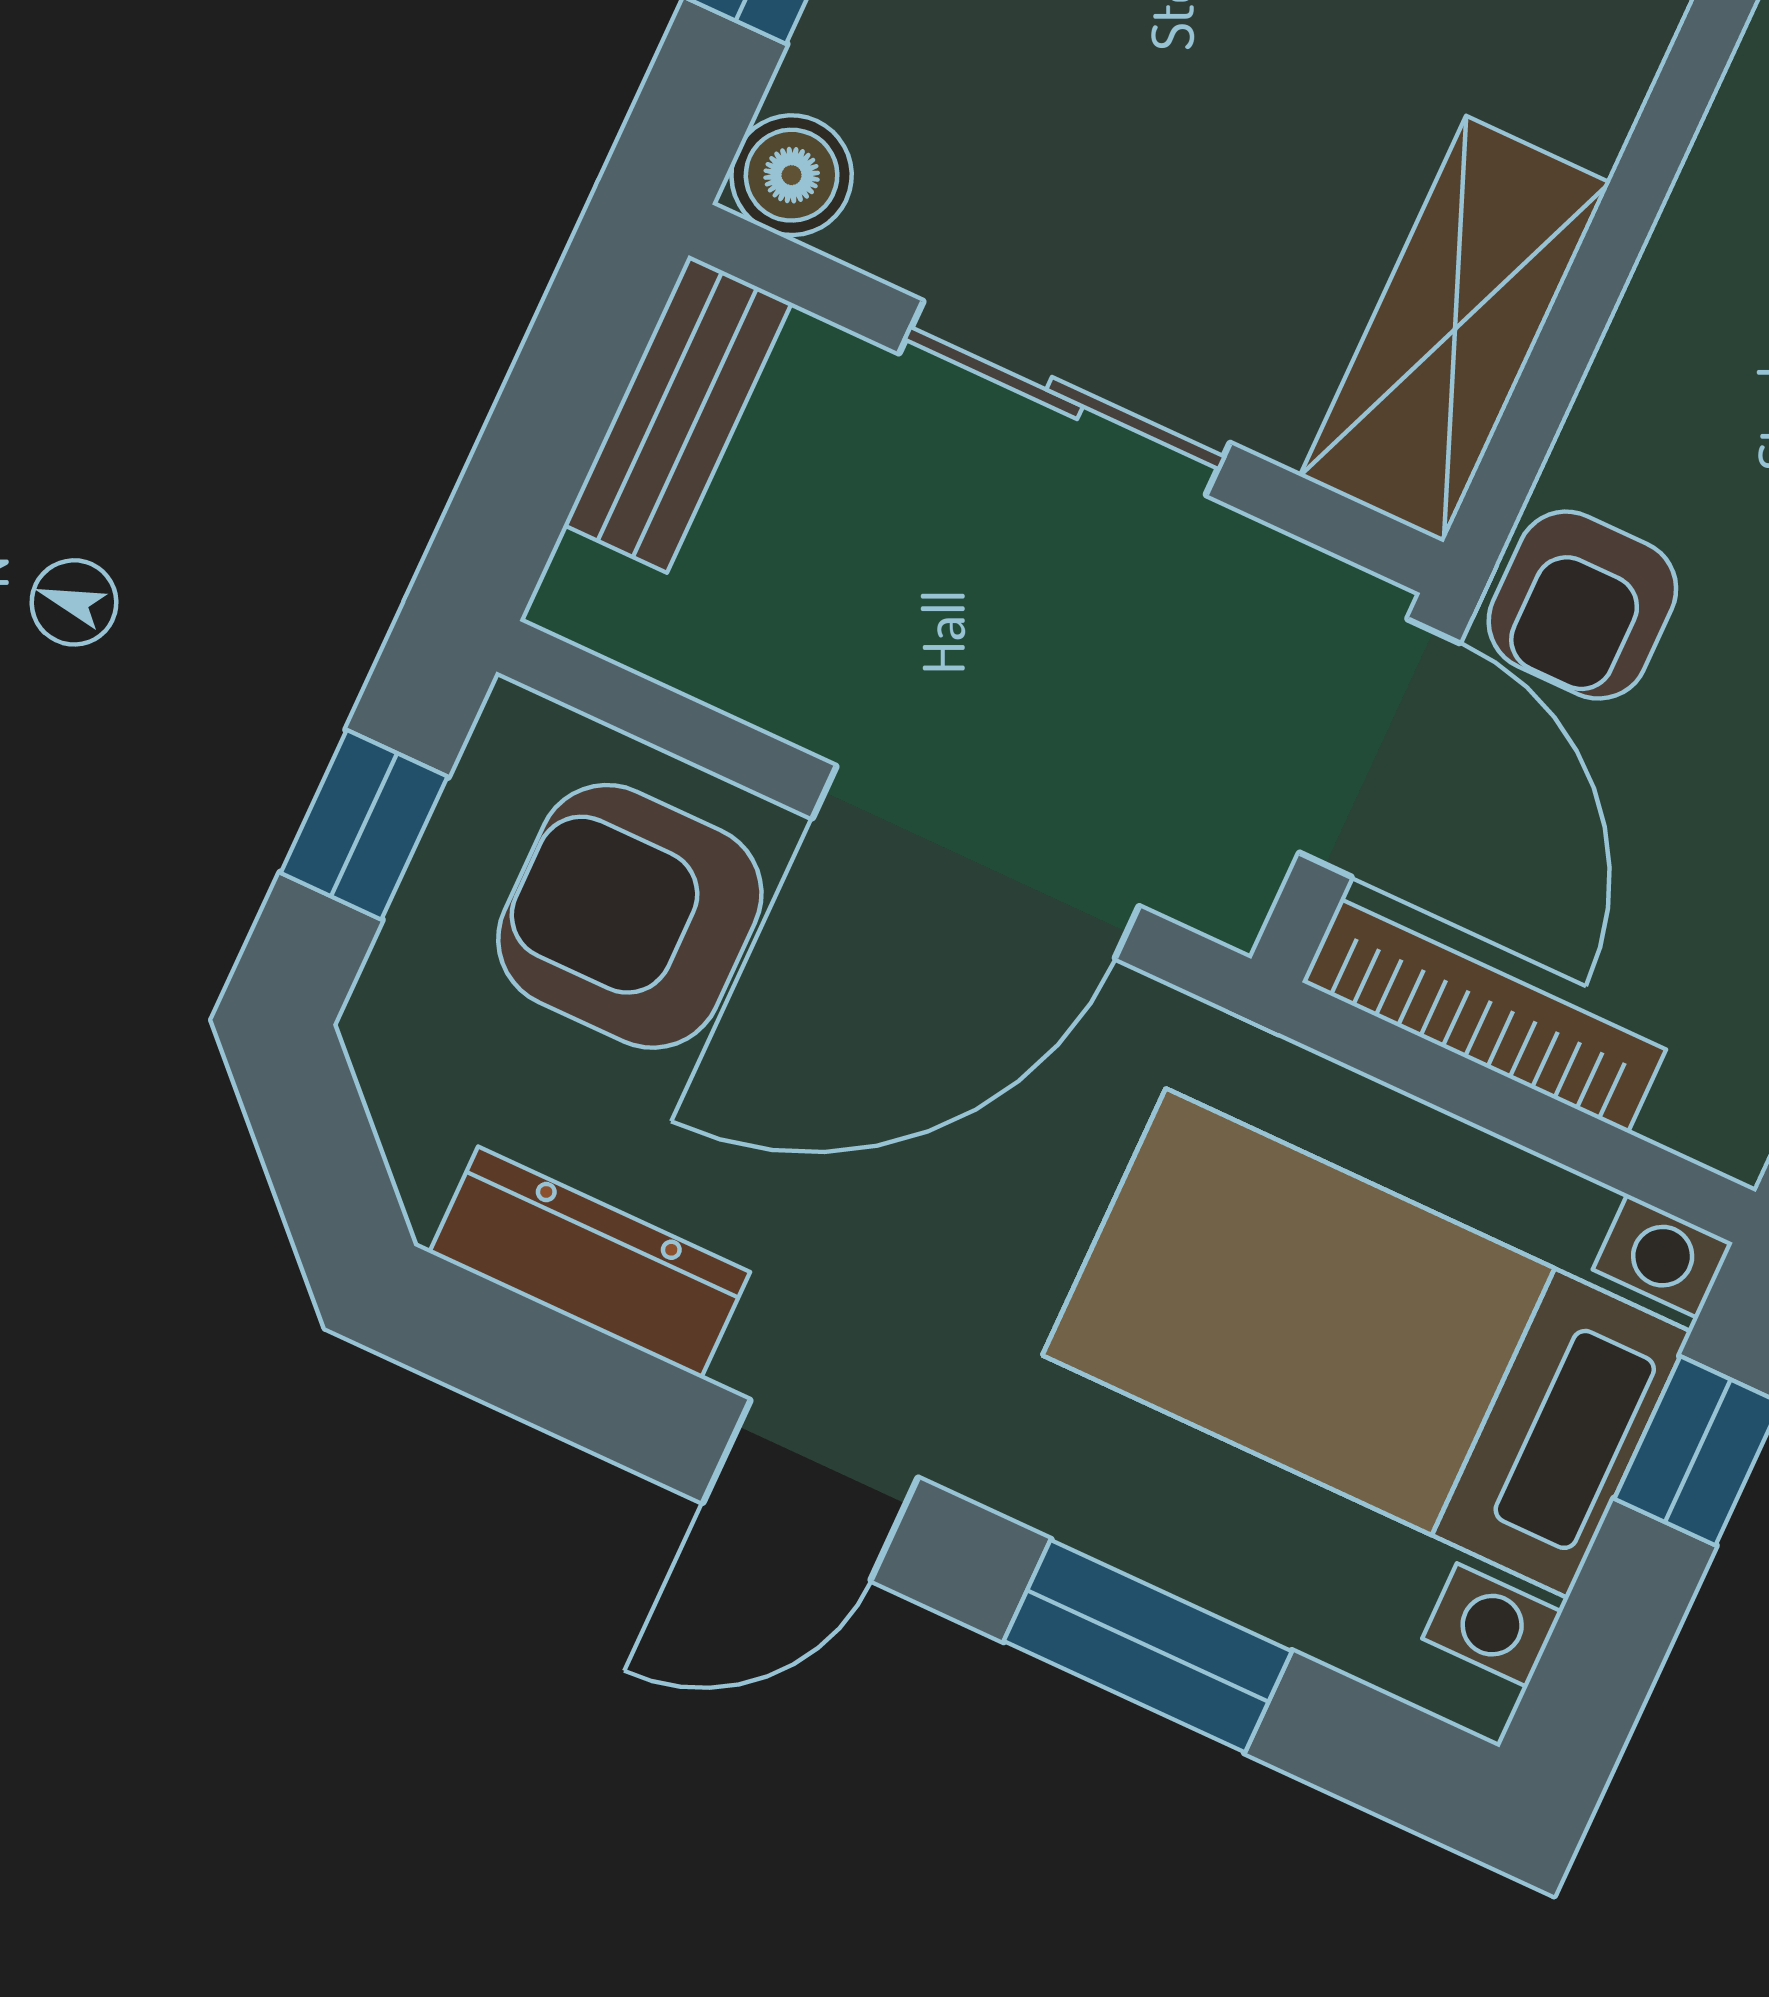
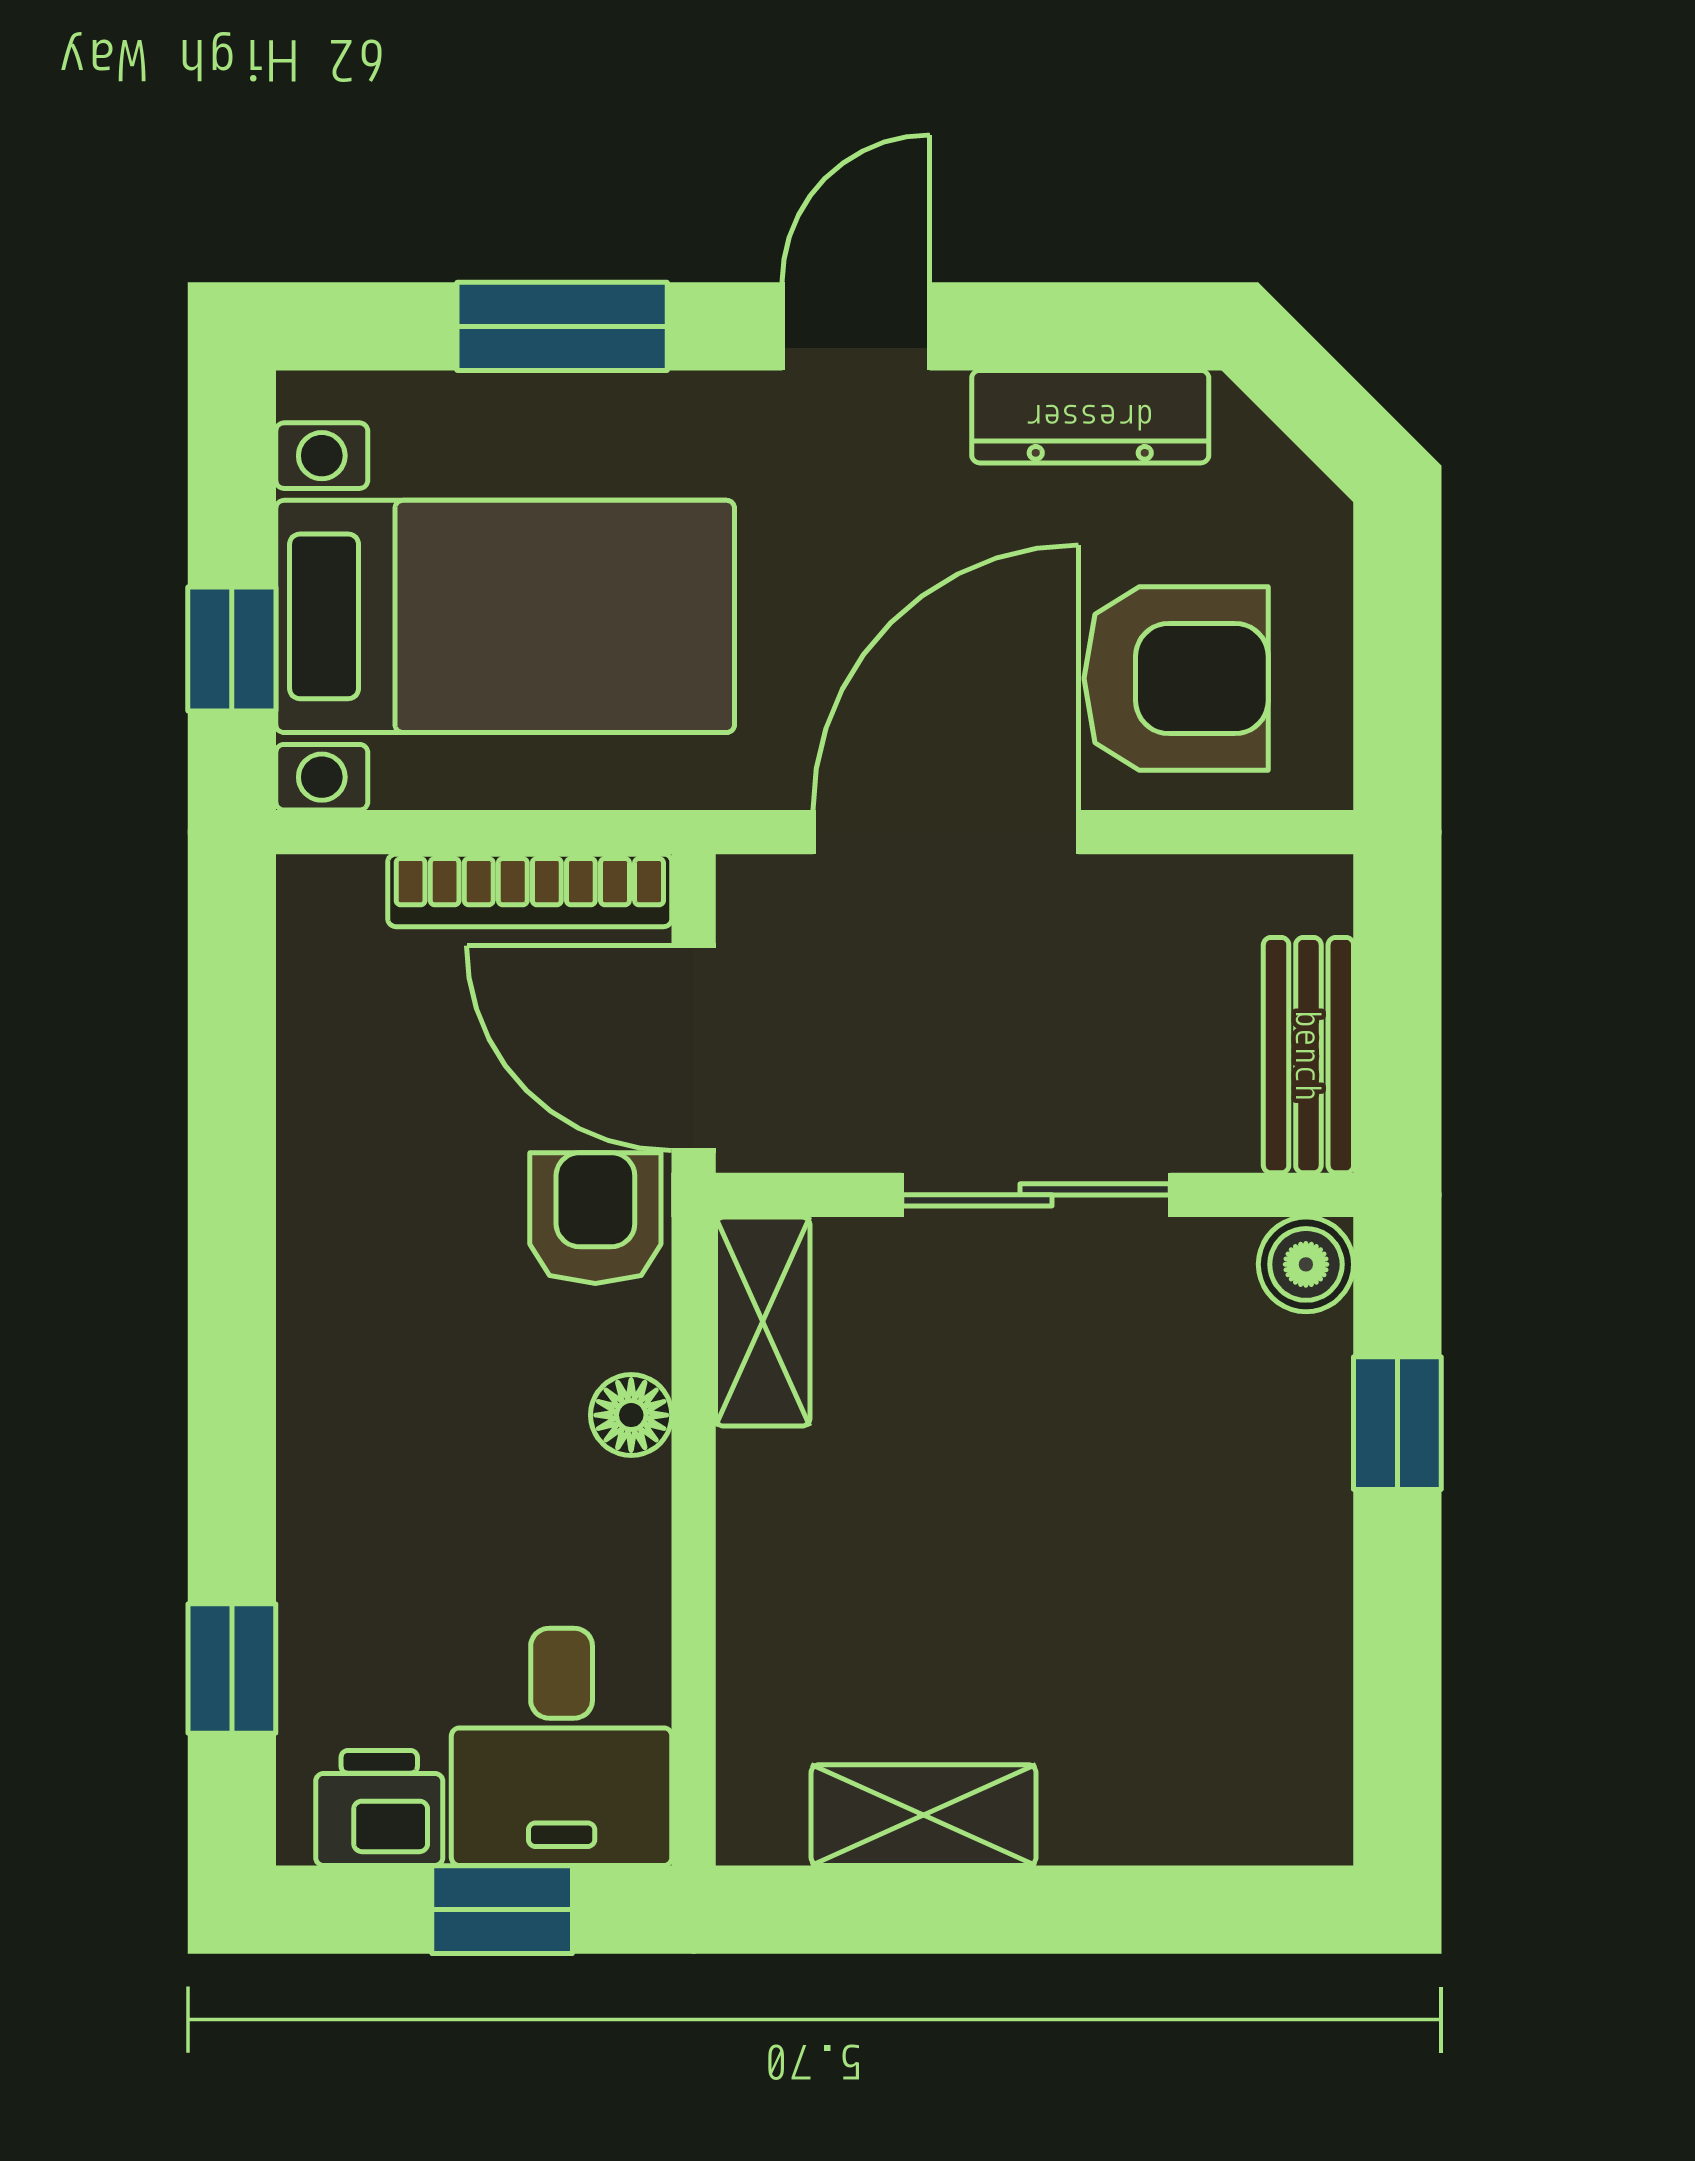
shelving: (1455, 329) -> (763, 1322), width x0.67, depth x0.75
floor lamp: (1646, 360) -> (631, 1415), added
window: (364, 825) -> (1397, 656), removed

